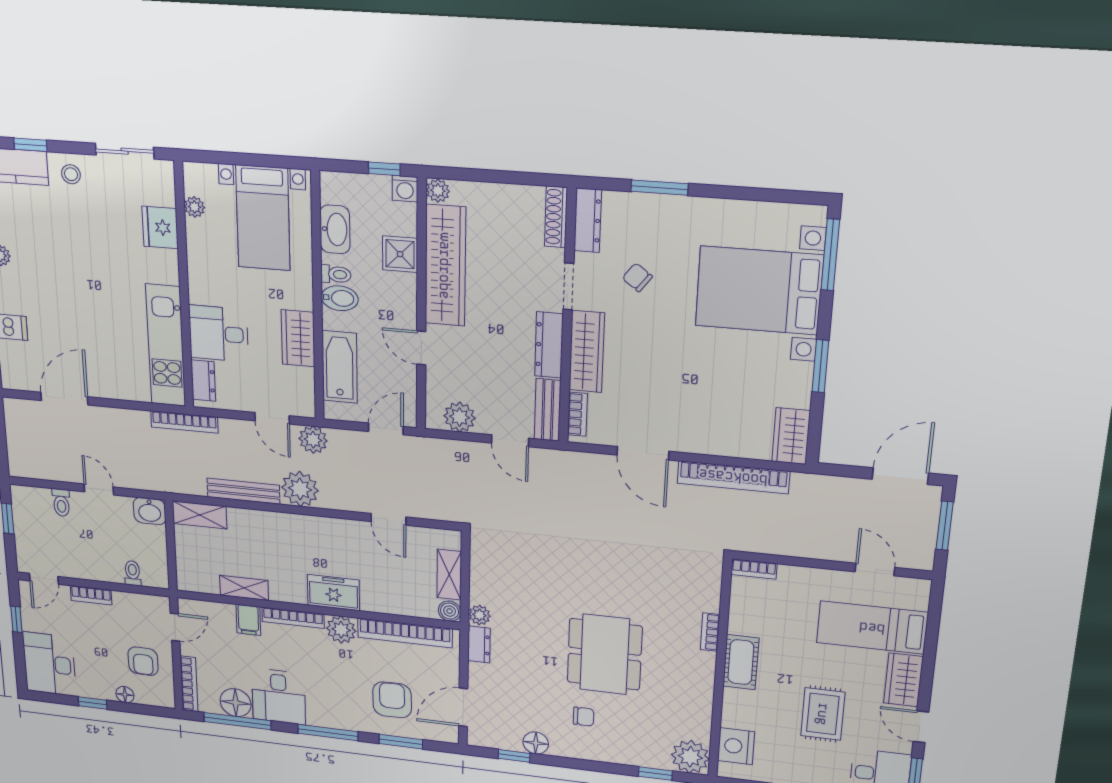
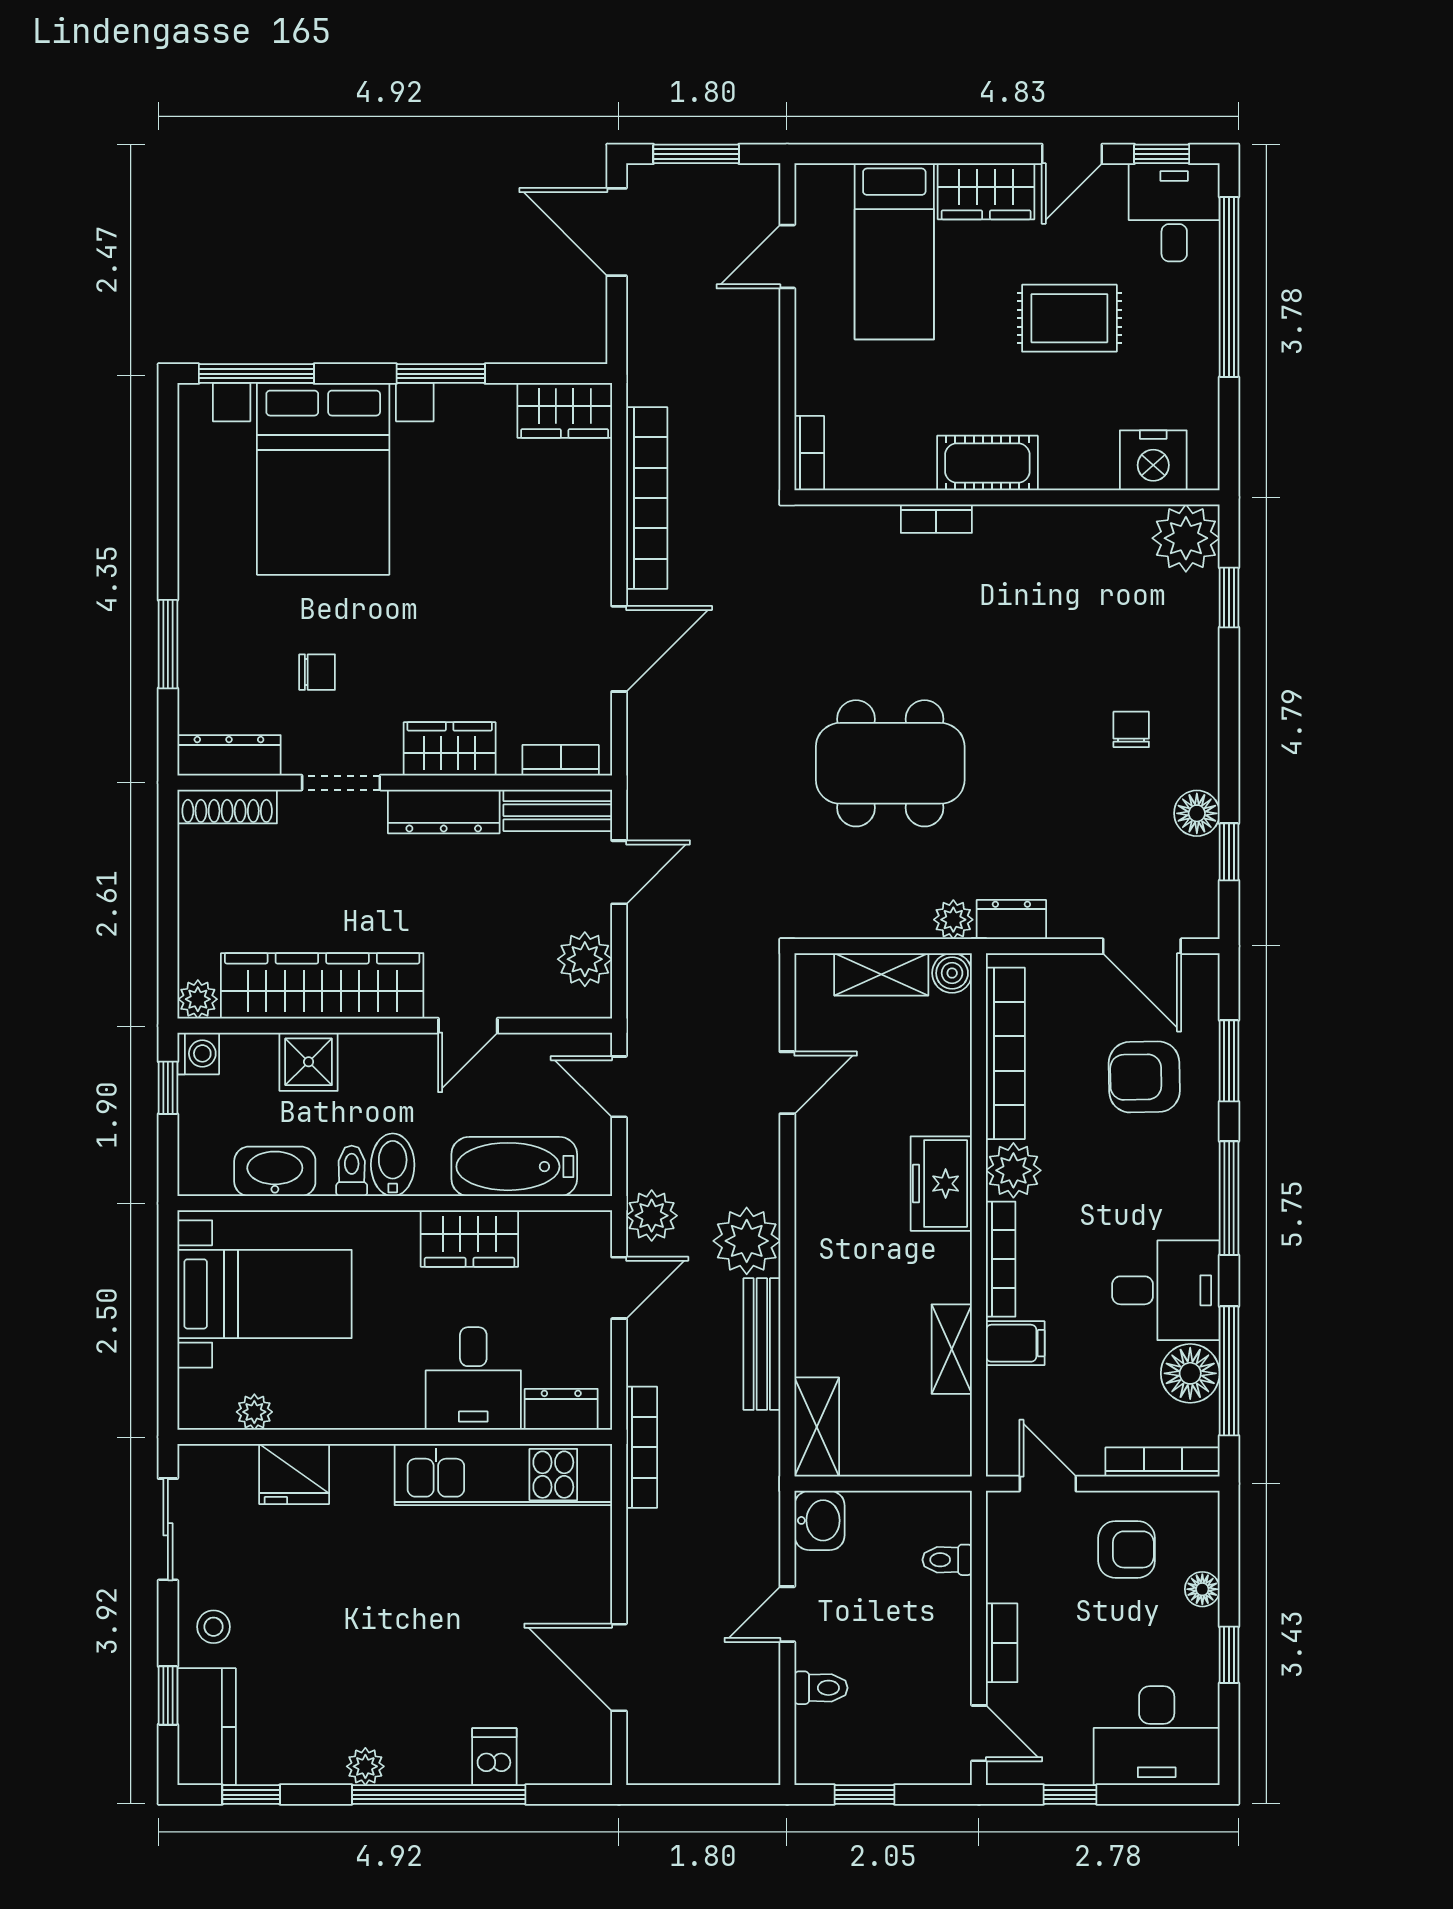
chair: (637, 277) -> (317, 672), turned -127
wardrobe: (587, 352) -> (450, 749), width x0.67
dining table: (605, 654) -> (890, 763), moved

